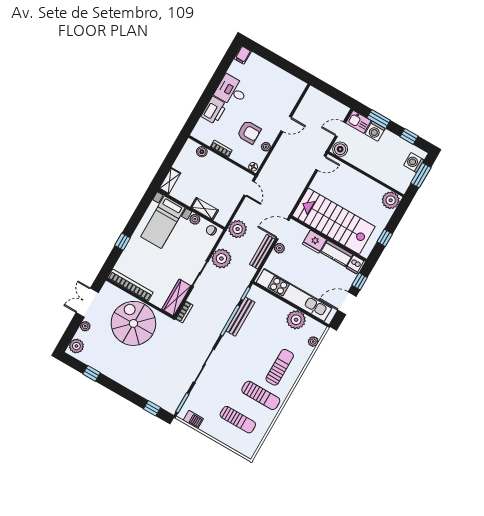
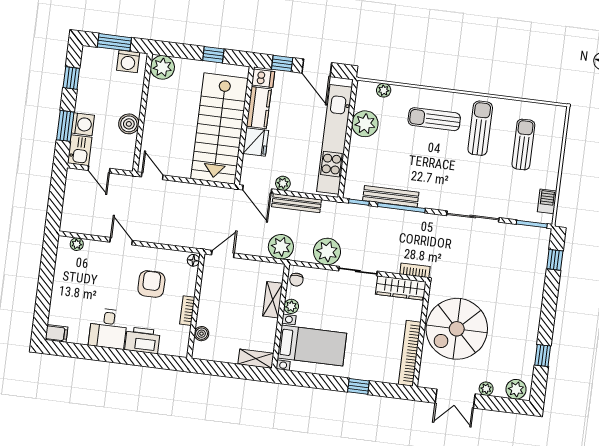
plant: (266, 147) -> (77, 244), moved
boiler: (340, 149) -> (129, 124), moved
washing machine: (414, 163) -> (128, 61), moved

